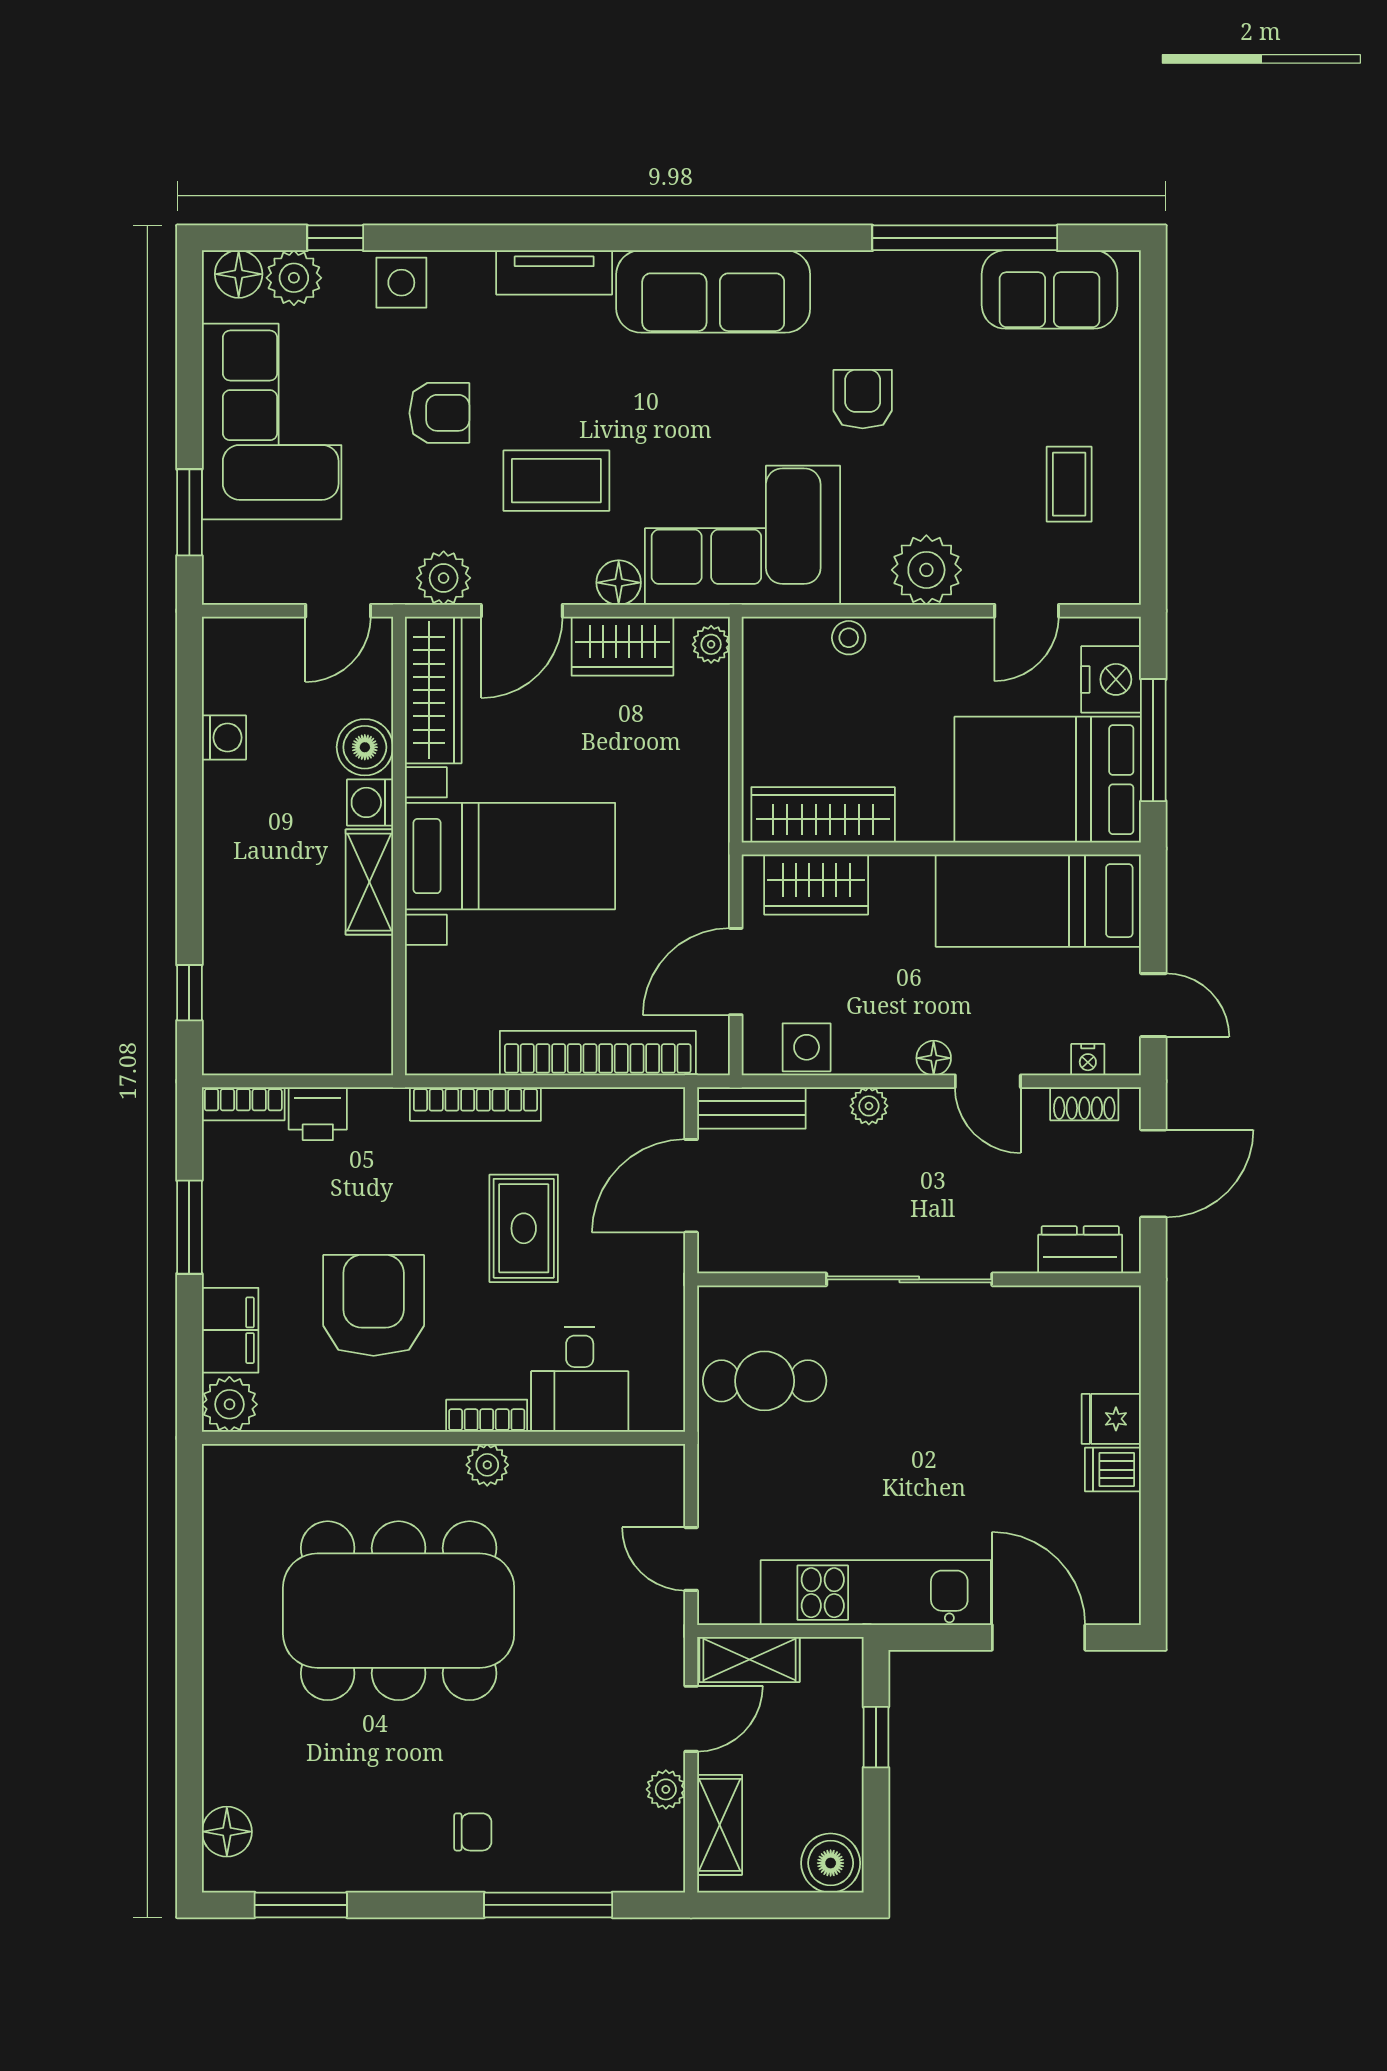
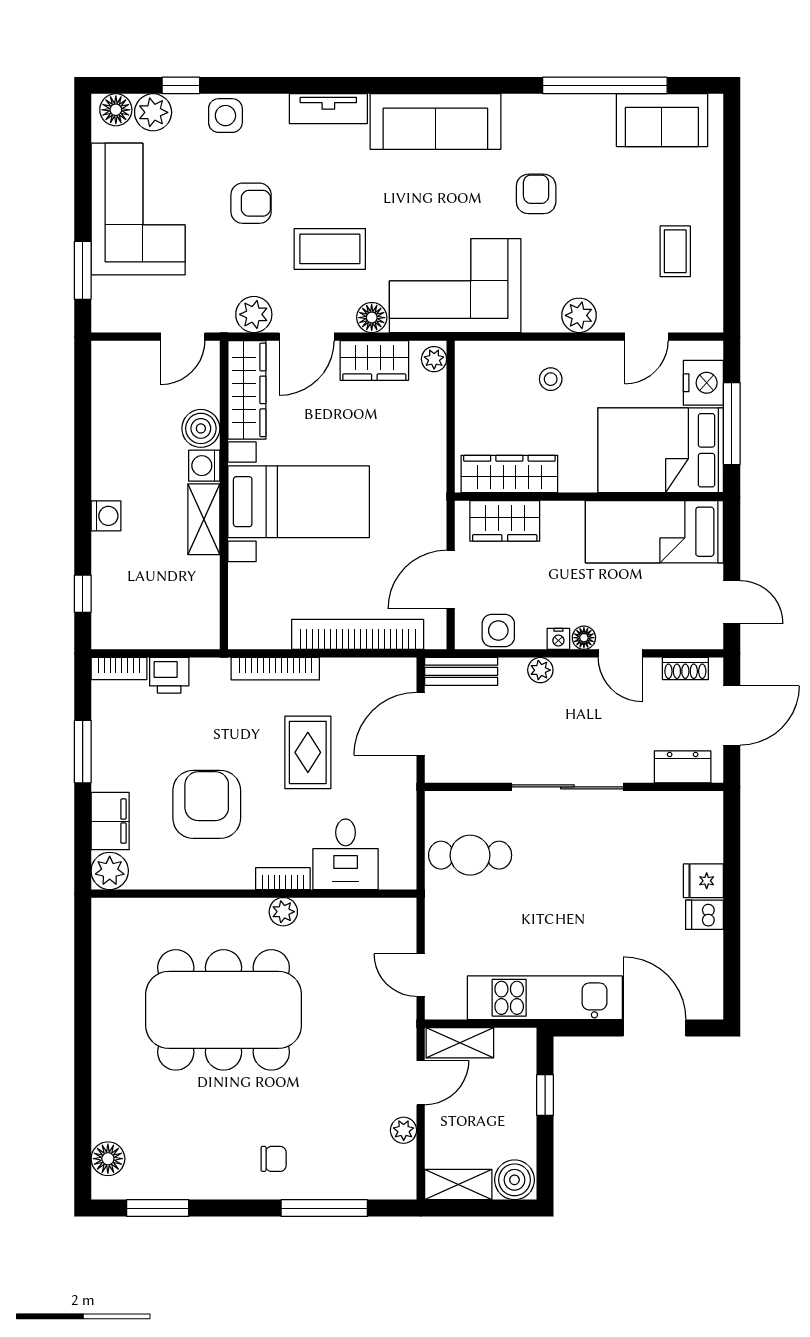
plant: (926, 570) -> (579, 315), width x0.73, depth x0.73
stool: (849, 638) -> (551, 379), moved
washing machine: (224, 738) -> (106, 516), moved
nightstand: (1088, 1060) -> (558, 639), moved
shelving: (720, 1825) -> (458, 1185), moved, turned 90

